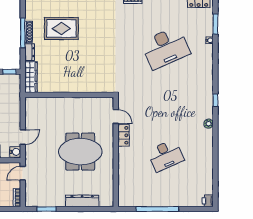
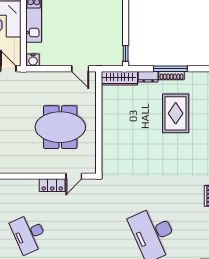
door: (23, 137) -> (80, 69), moved
meeting table: (80, 152) -> (60, 127), moved, turned 90

